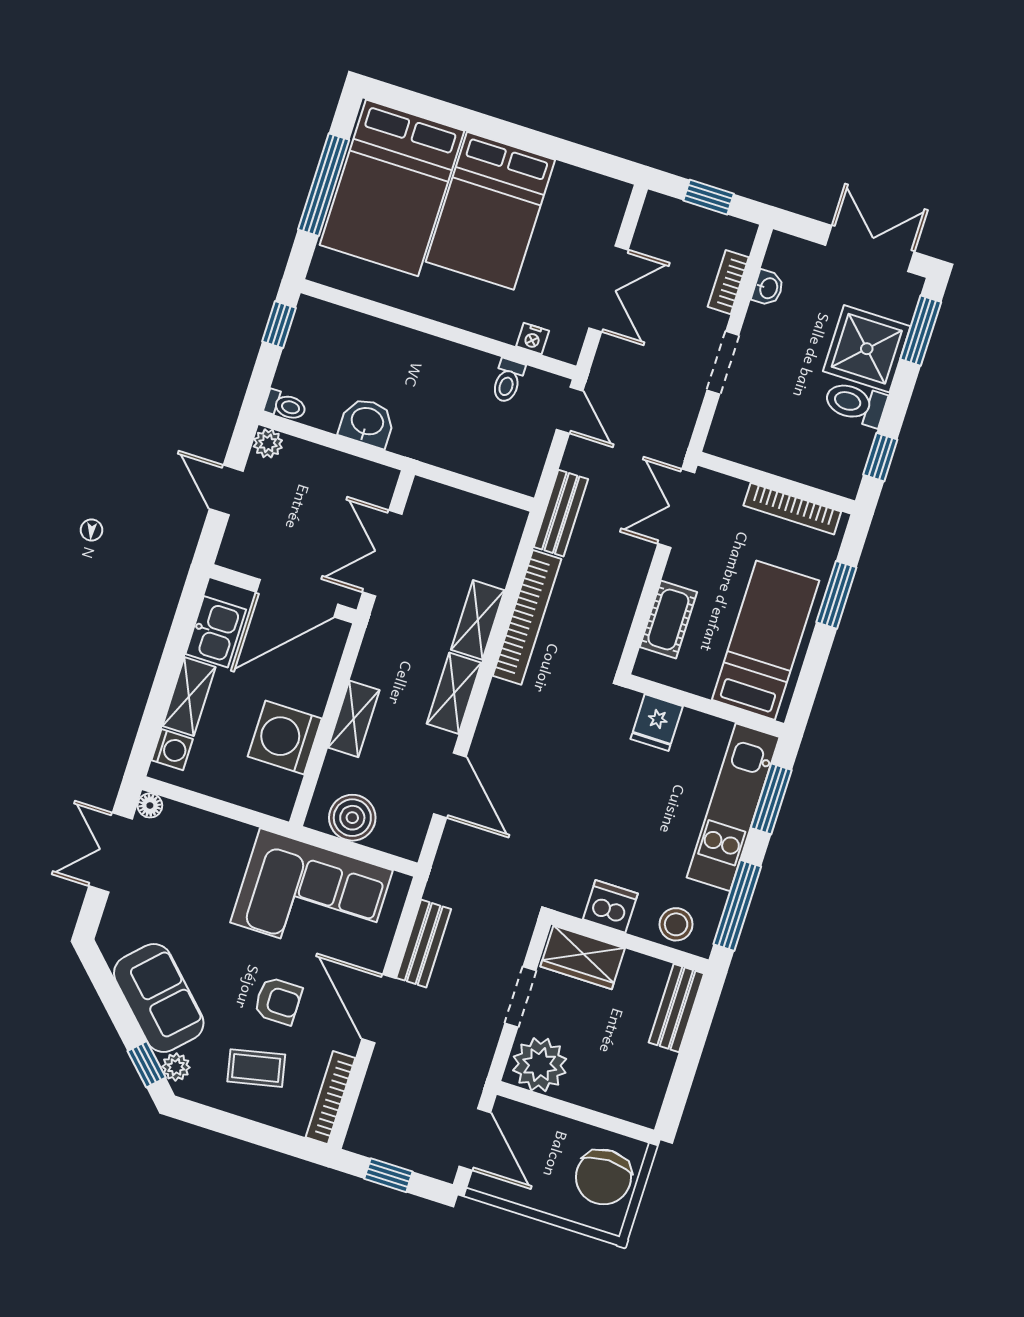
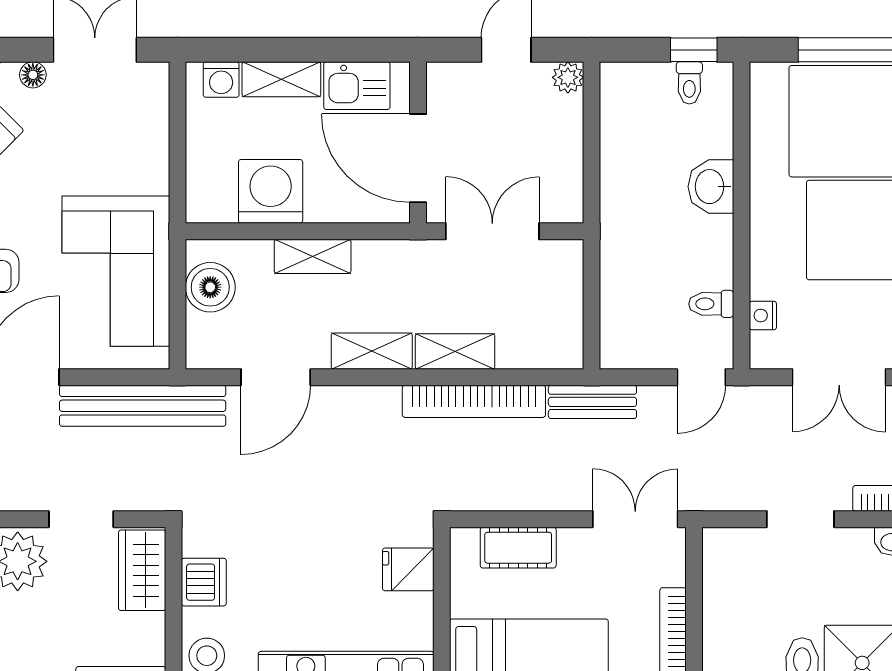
toilet: (285, 406) -> (689, 83), moved
washbasin: (367, 422) -> (711, 187), moved, turned 180
floor lamp: (150, 805) -> (33, 75), moved
bench: (424, 944) -> (143, 406), width x1.86, depth x1.21

